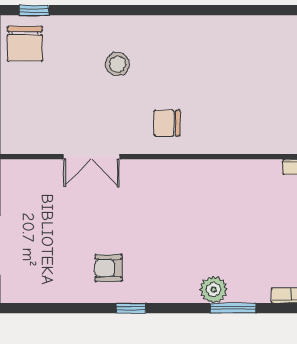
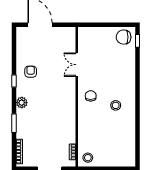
stool: (117, 64) -> (116, 105), moved
plant: (214, 290) -> (22, 103), moved

